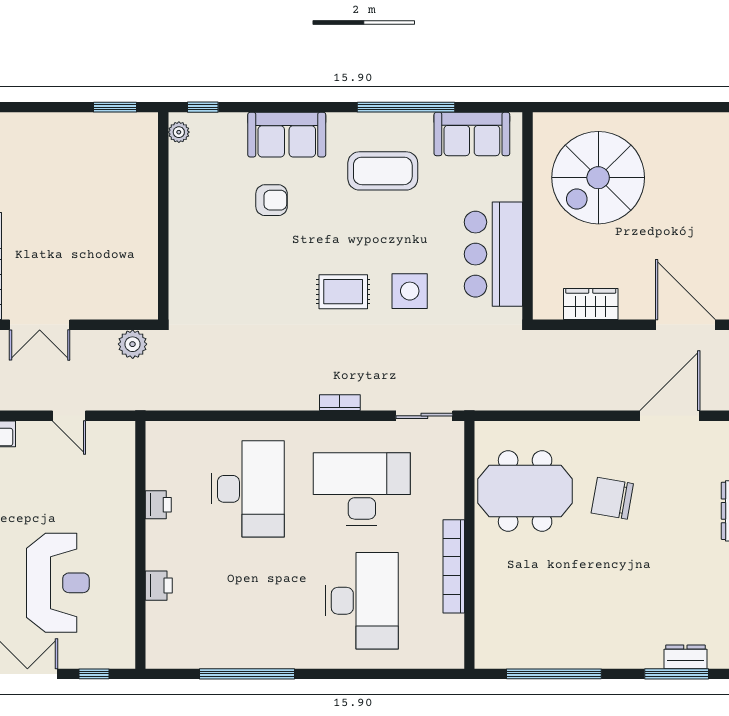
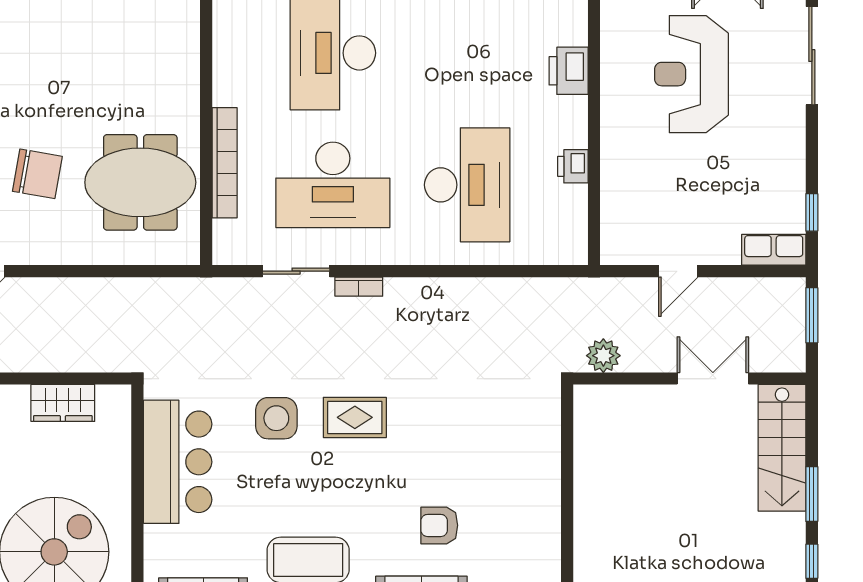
door: (69, 416) -> (678, 271), swing flipped
sliding door: (424, 416) -> (296, 271), moved
desk: (248, 489) -> (467, 185), turned 180
bookcase: (454, 566) -> (225, 163), moved
printer: (159, 586) -> (569, 71), width x1.36, depth x1.24

